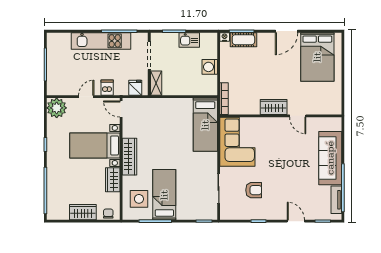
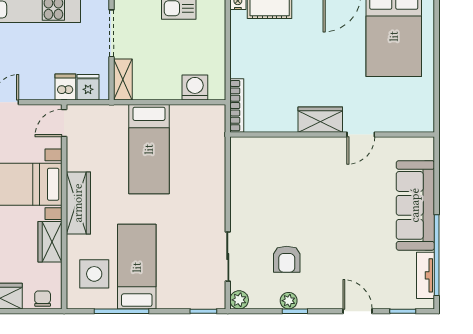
washing machine: (210, 67) -> (195, 87), moved, turned 90
dishwasher: (107, 88) -> (65, 87), moved
door: (121, 109) -> (64, 123), hinge flipped
door: (298, 116) -> (361, 135), hinge flipped
bed: (205, 125) -> (149, 149), moved
corner sofa: (237, 142) -> (259, 178), removed
armchair: (254, 190) -> (287, 259), turned 90
plant: (225, 214) -> (239, 300), added
plant: (255, 215) -> (289, 301), added

